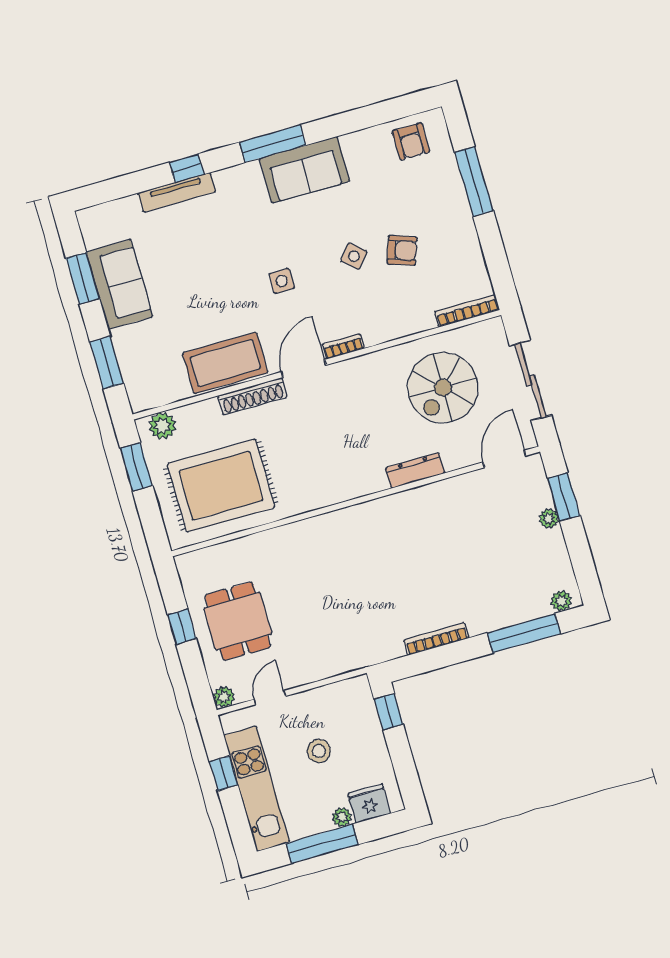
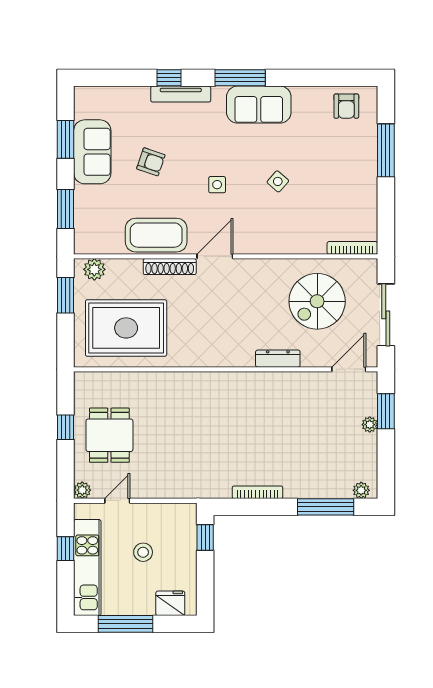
tv unit: (177, 192) -> (181, 94), moved
armchair: (402, 250) -> (151, 162), moved
bookcase: (343, 346) -> (250, 248), removed
plant: (342, 817) -> (146, 608), removed

